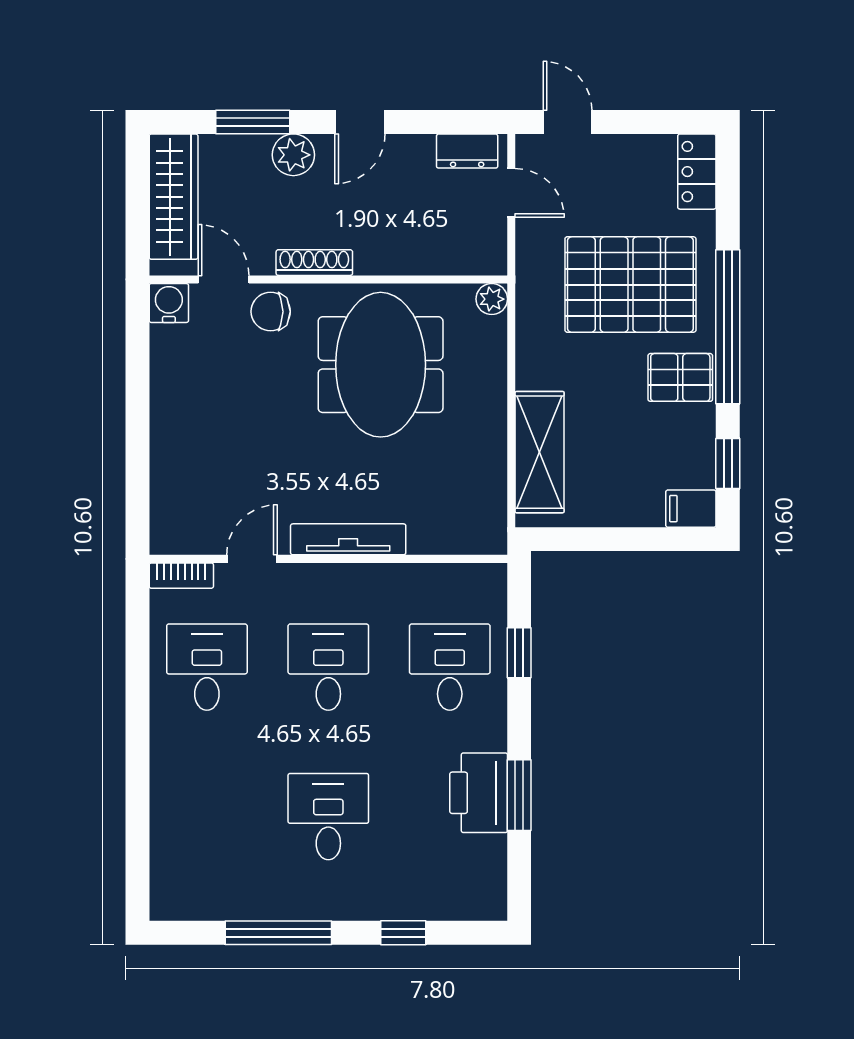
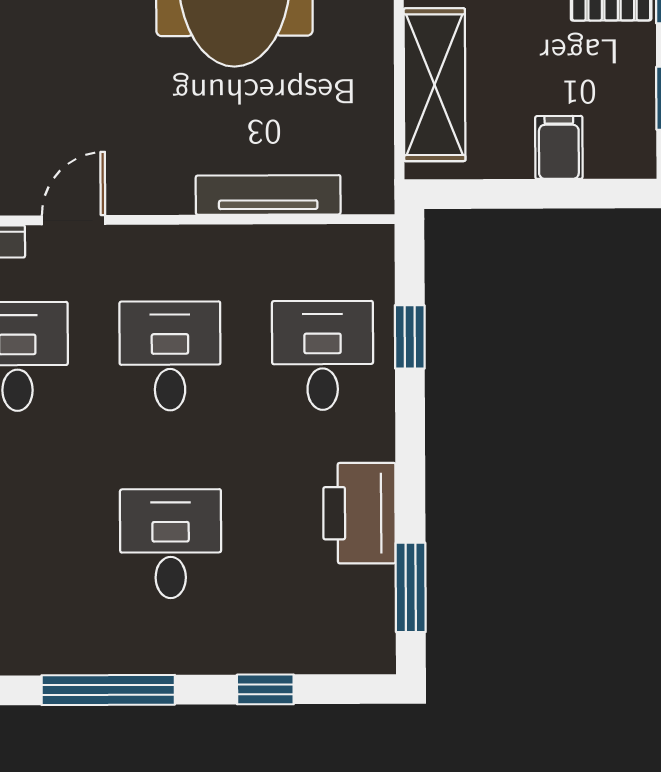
filing cabinet: (691, 509) -> (559, 147), moved, turned 90
tv unit: (348, 539) -> (268, 195), moved
window: (519, 795) -> (411, 587), moved

